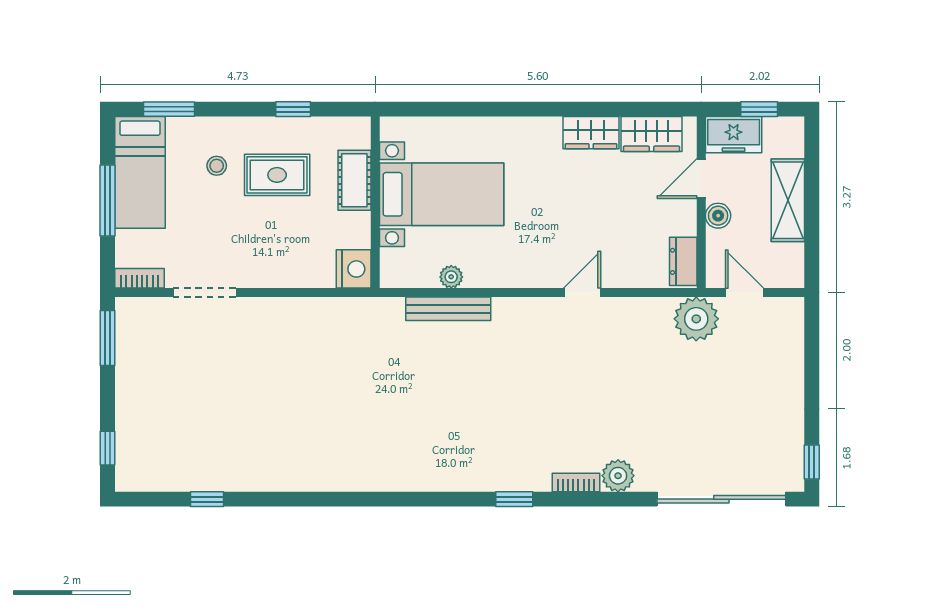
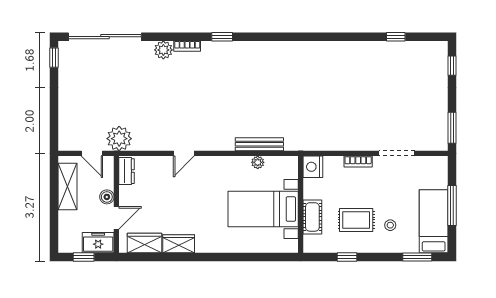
shelving: (788, 200) -> (67, 186), moved
bookcase: (139, 278) -> (358, 162), moved

